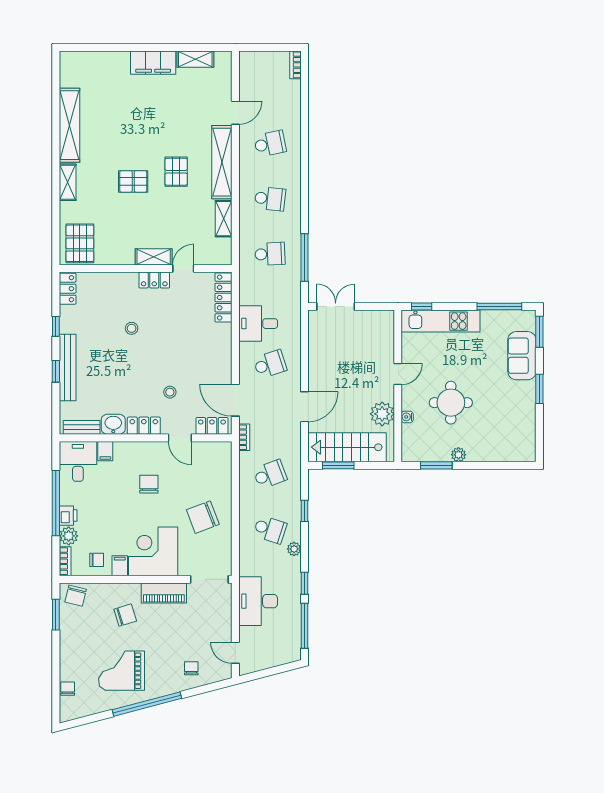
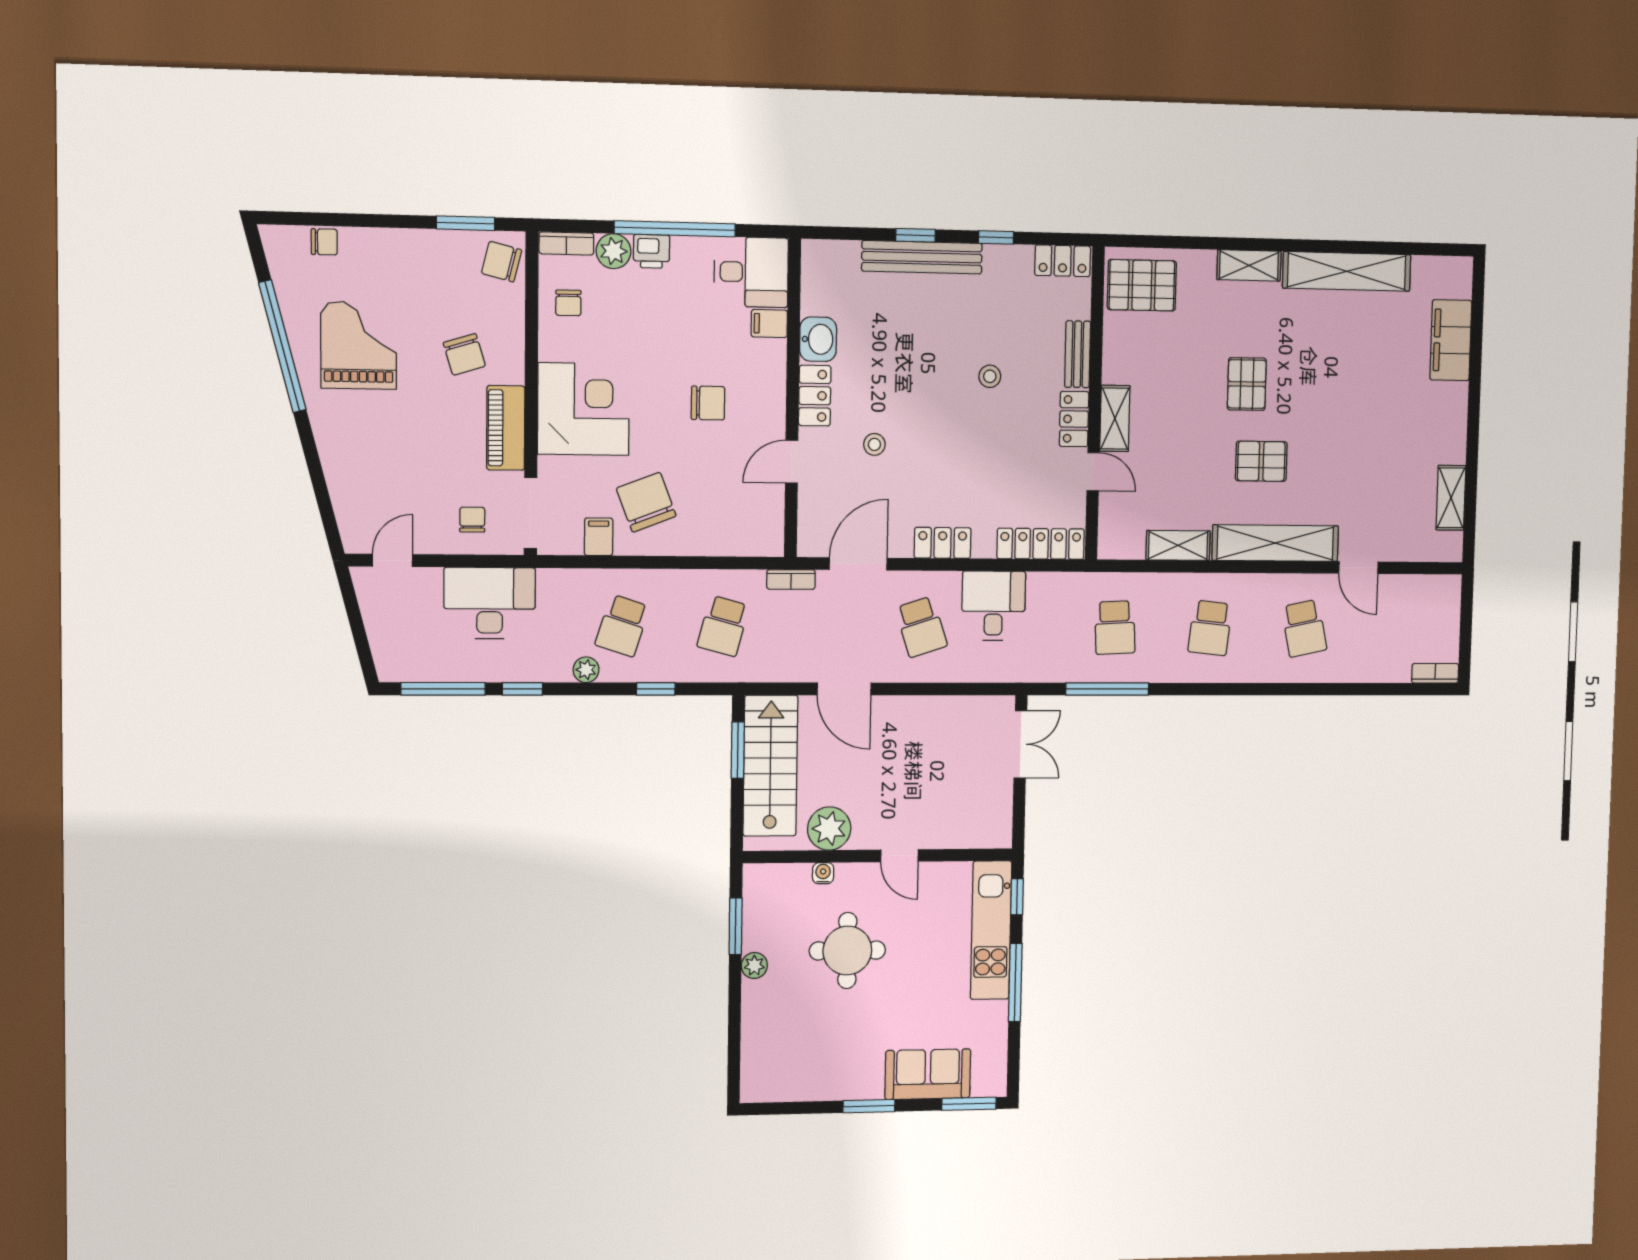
filing cabinet: (153, 63) -> (1451, 340), moved
window: (499, 307) -> (1015, 983), moved
locker: (212, 426) -> (943, 543), moved, turned -90
bench: (82, 427) -> (1078, 354), moved
school desk: (270, 474) -> (723, 626), turned 36
filing cabinet: (120, 566) -> (599, 537), moved, turned -90
chair: (191, 668) -> (472, 520), moved, turned -90
window: (147, 704) -> (282, 346), moved

